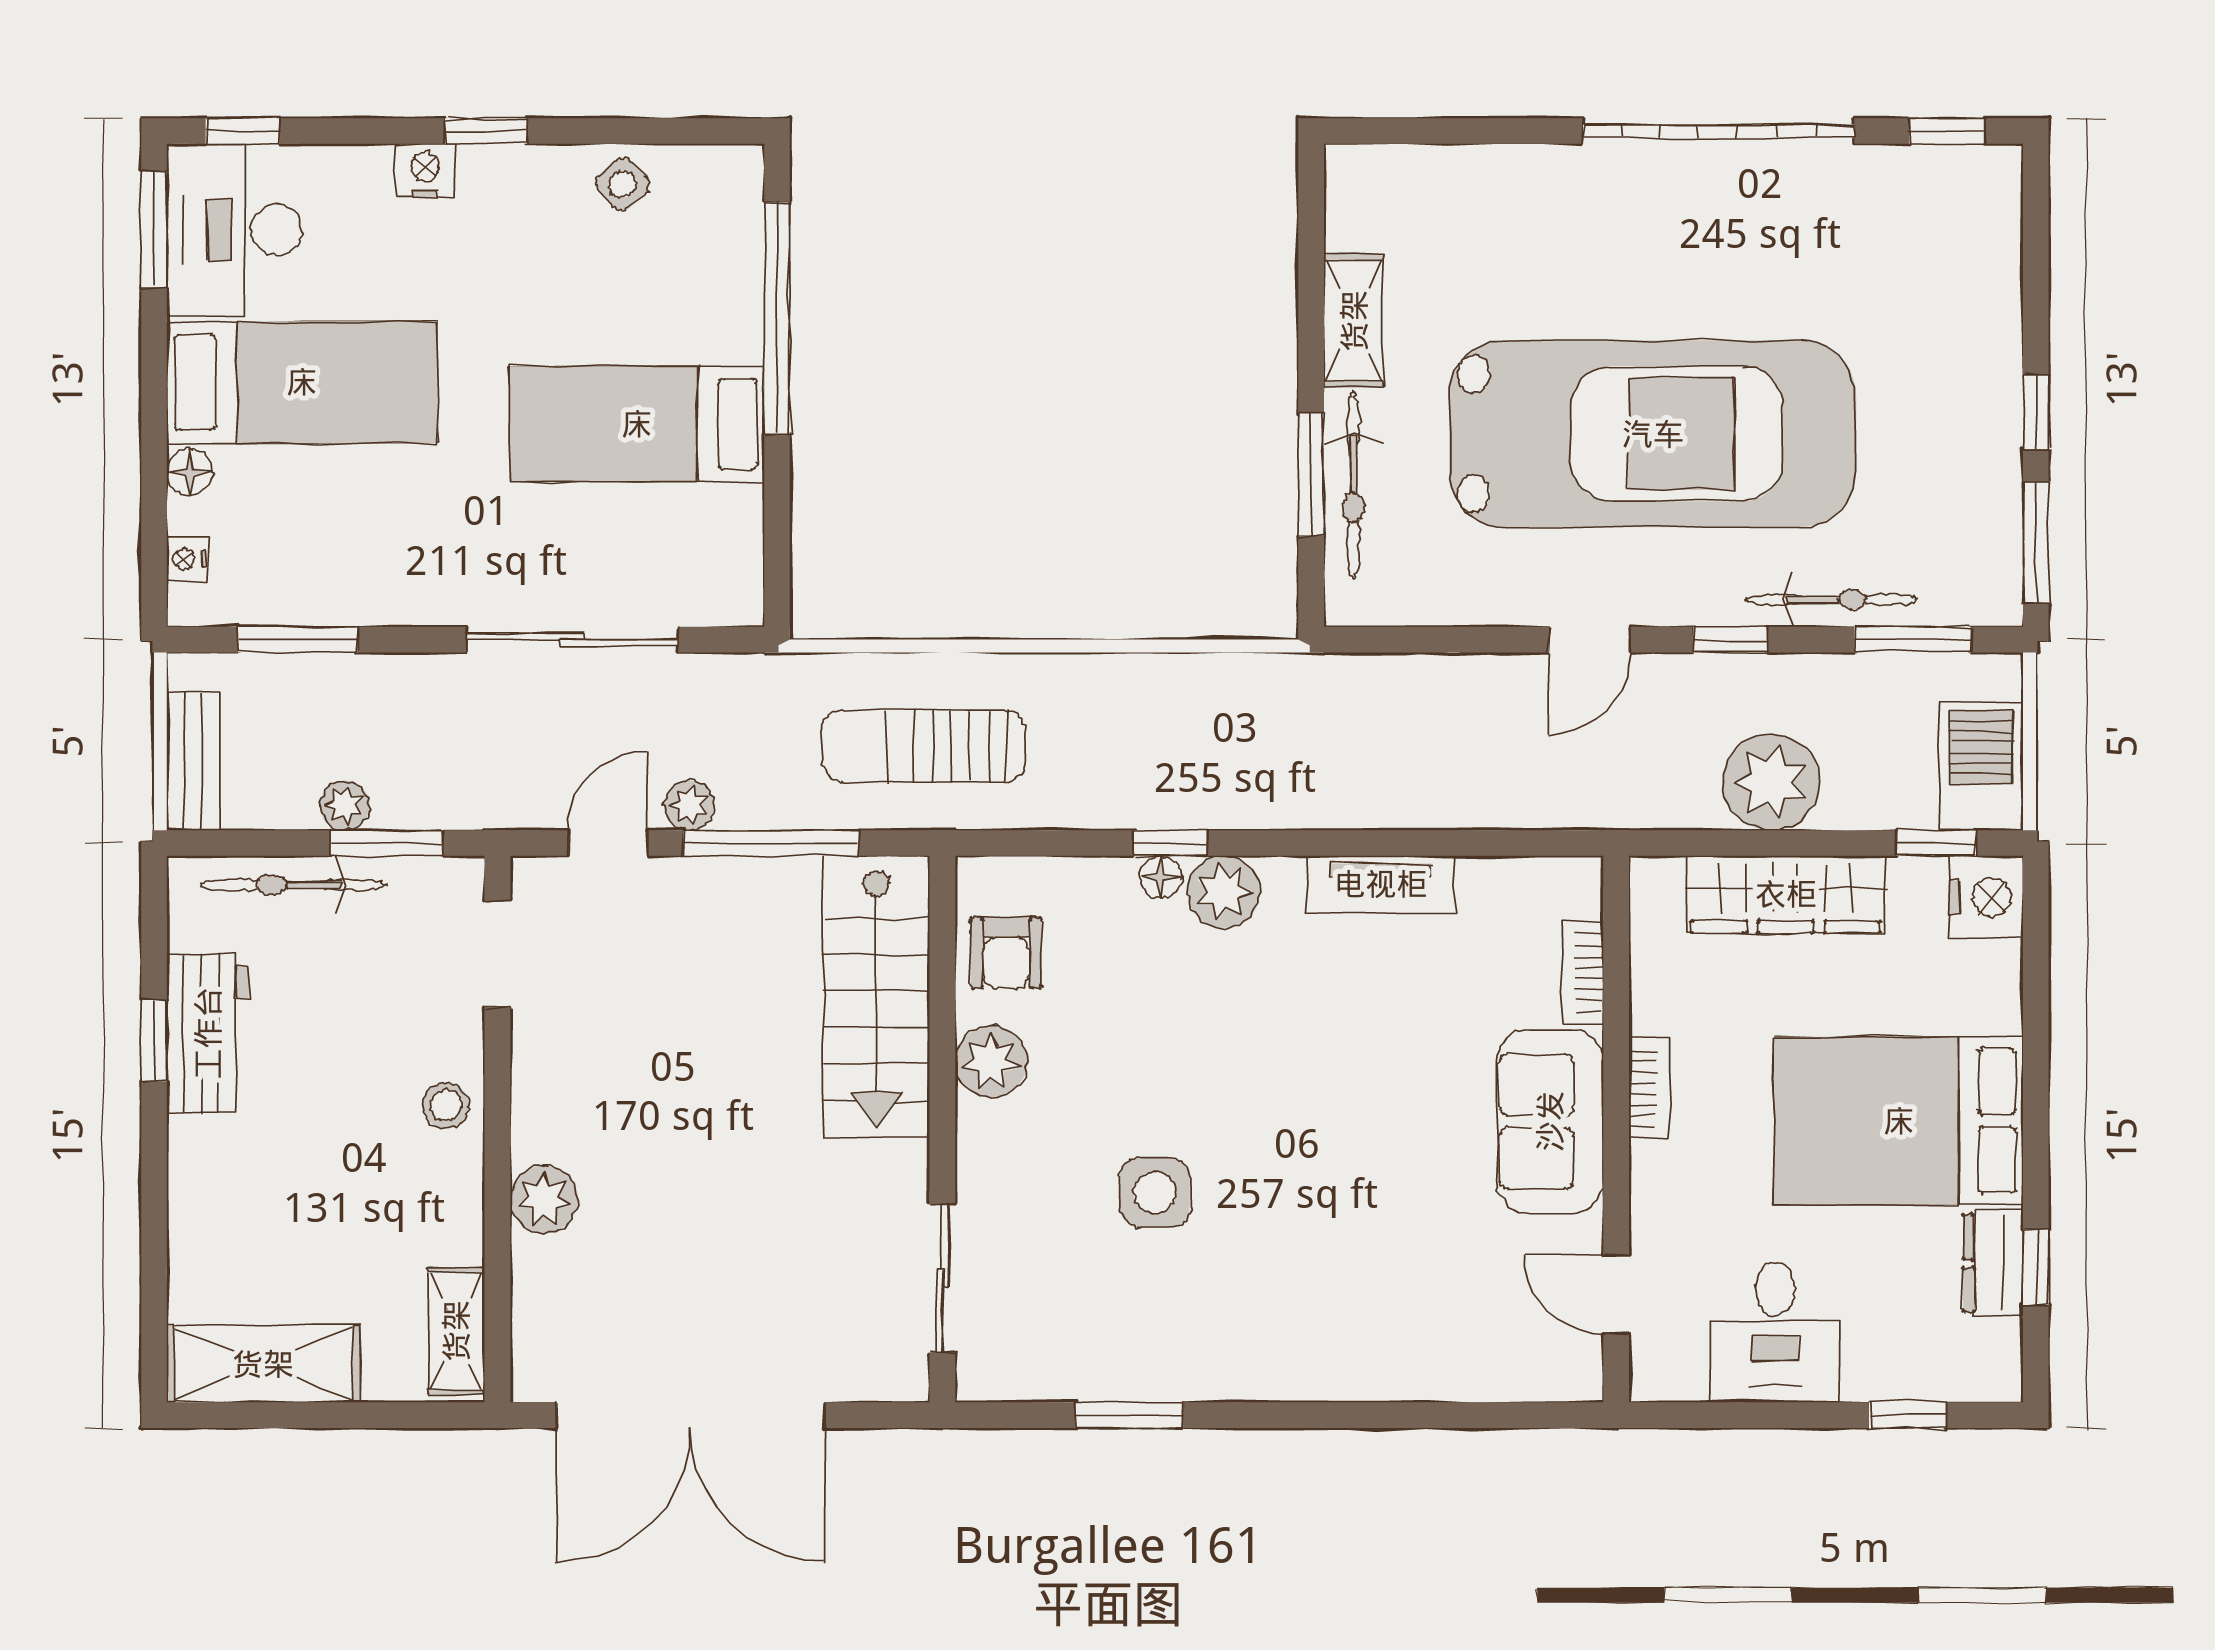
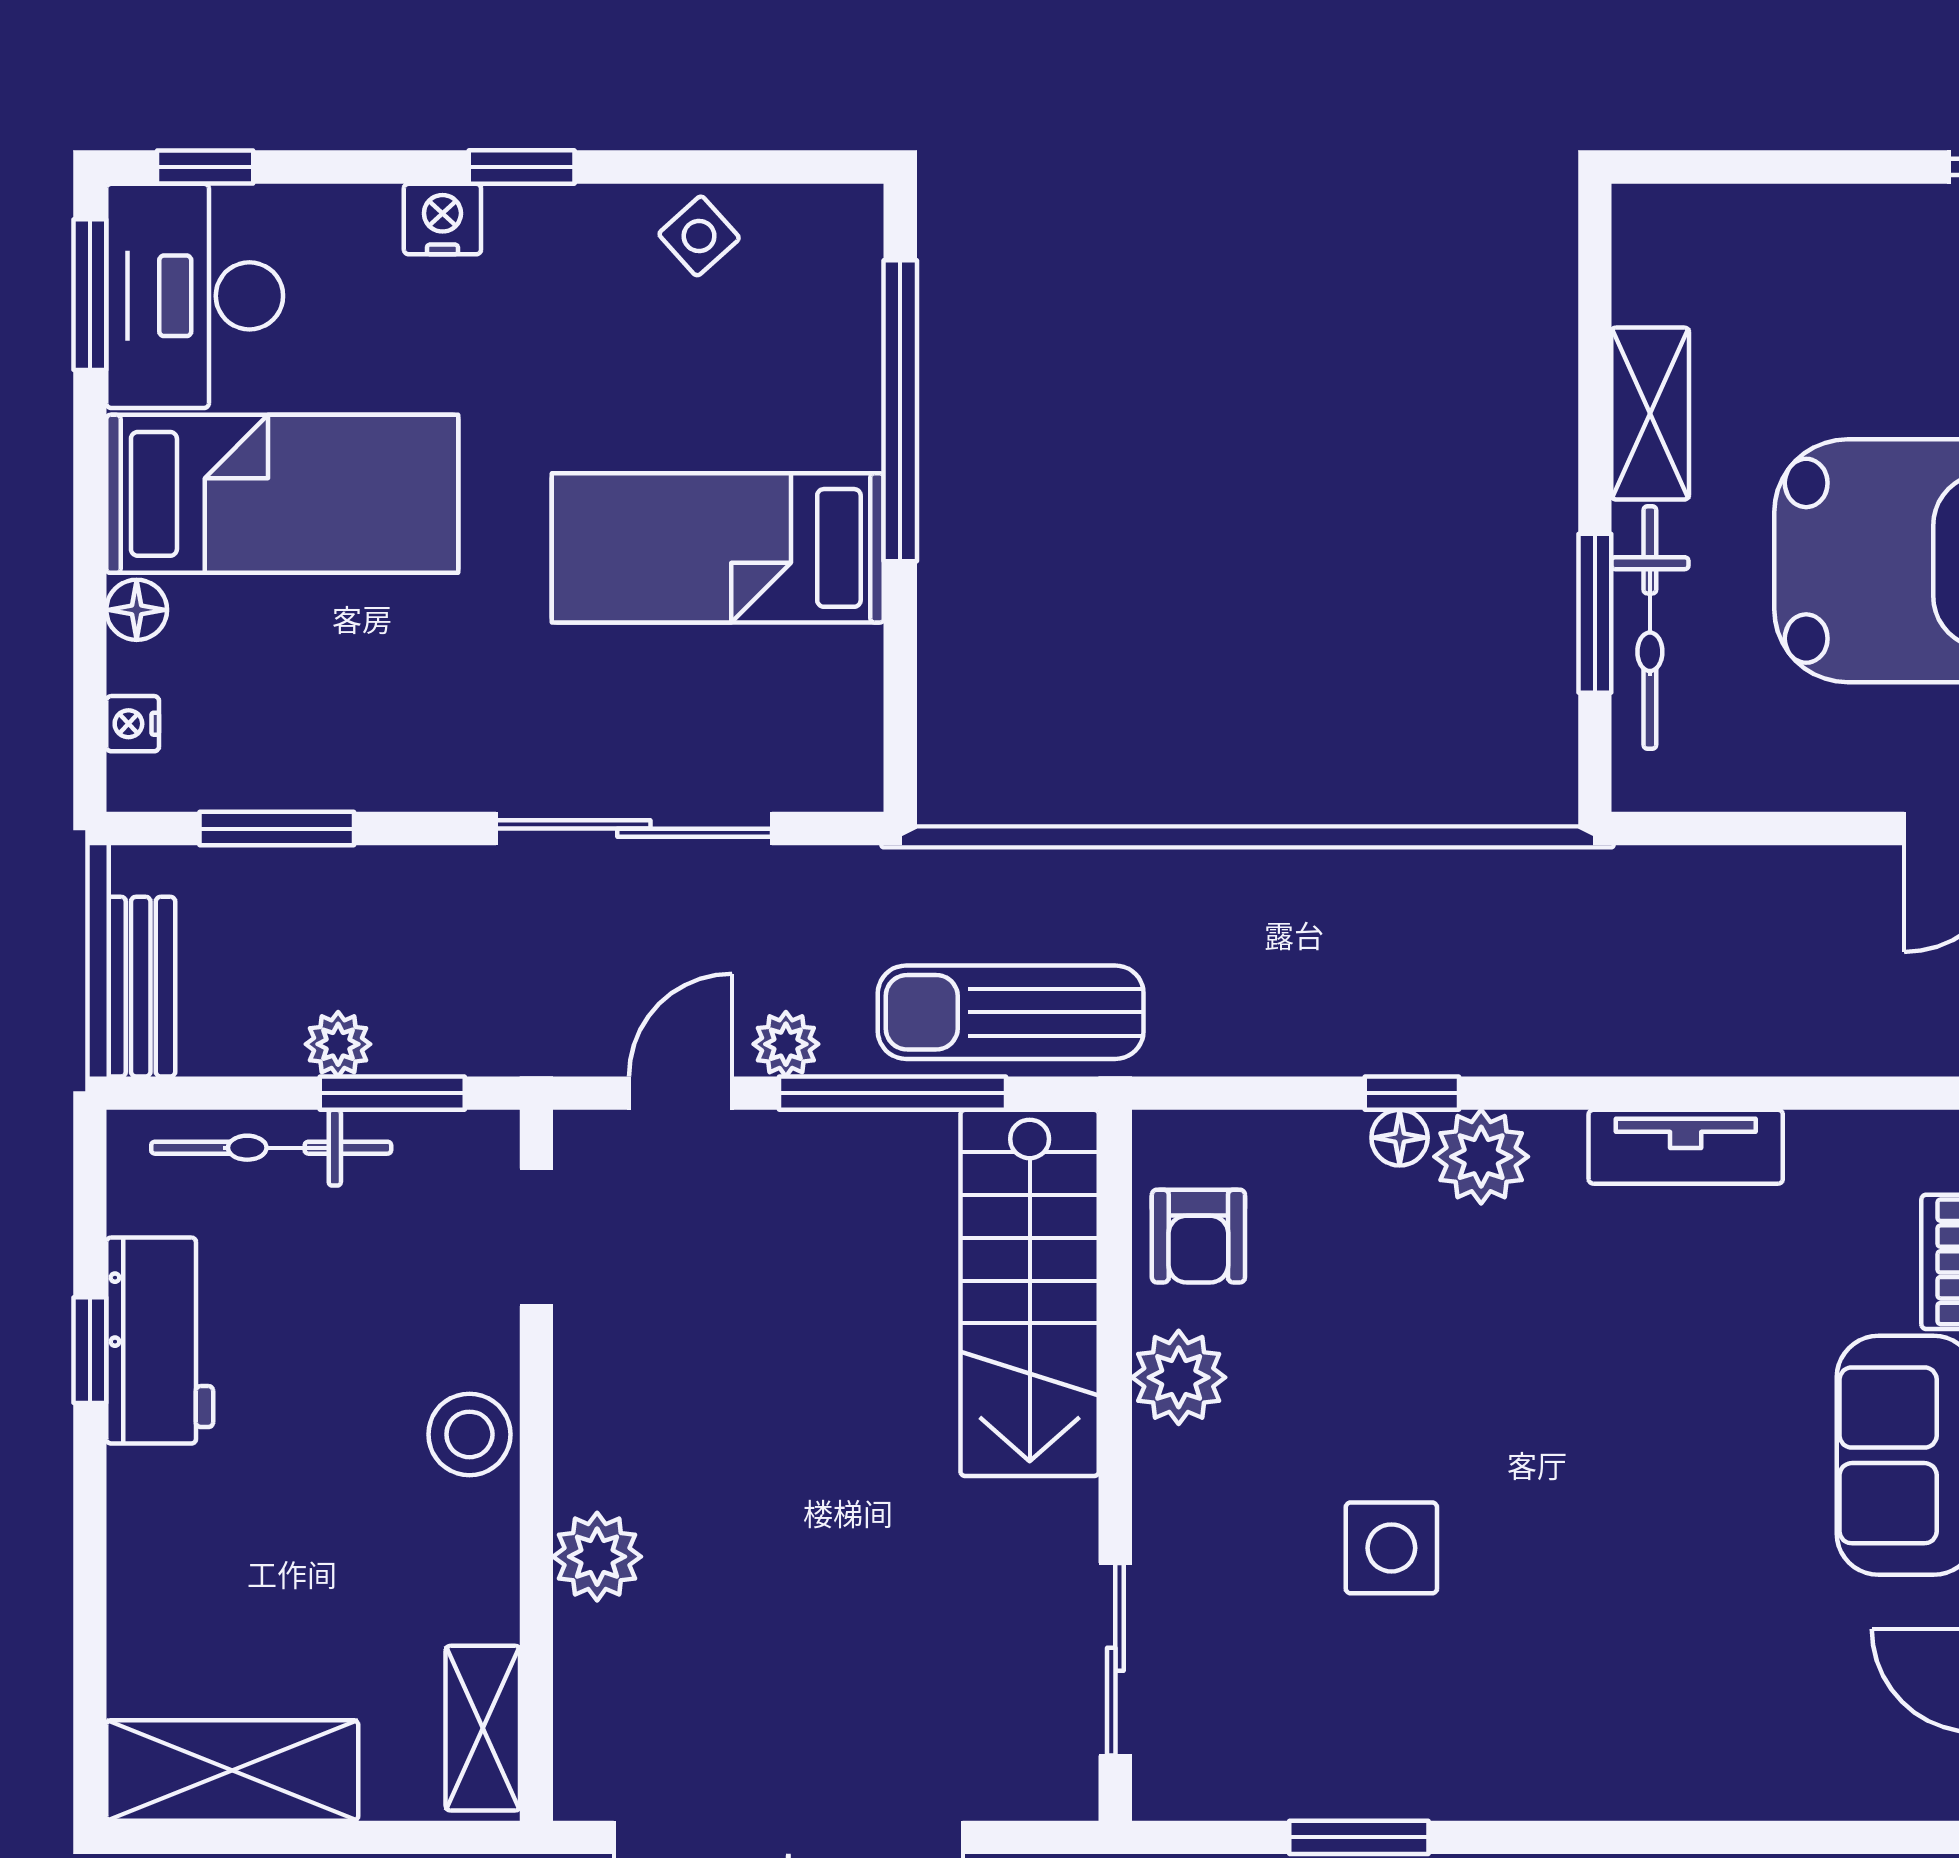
sun lounger: (924, 746) -> (1011, 1012), moved
stool: (446, 1105) -> (469, 1434), width x1.37, depth x1.37

